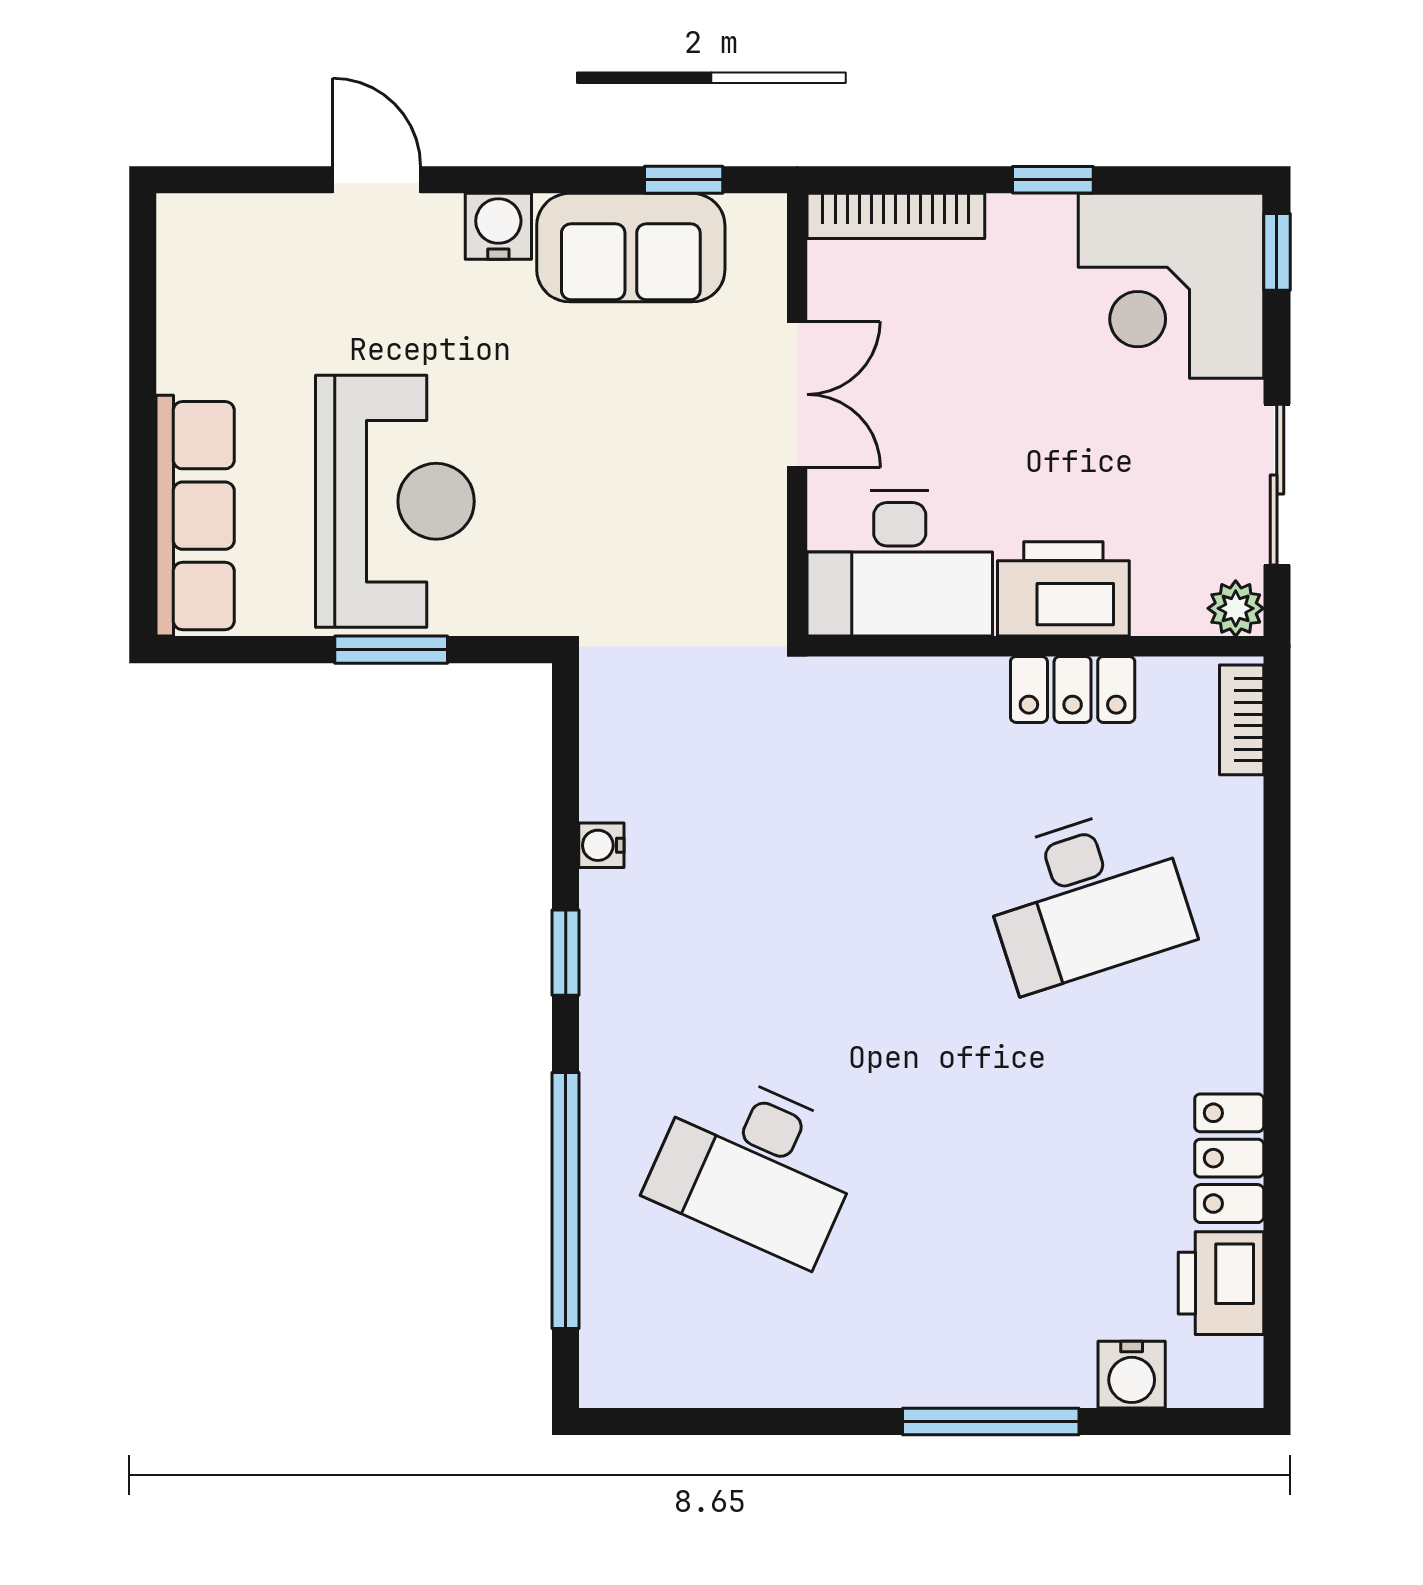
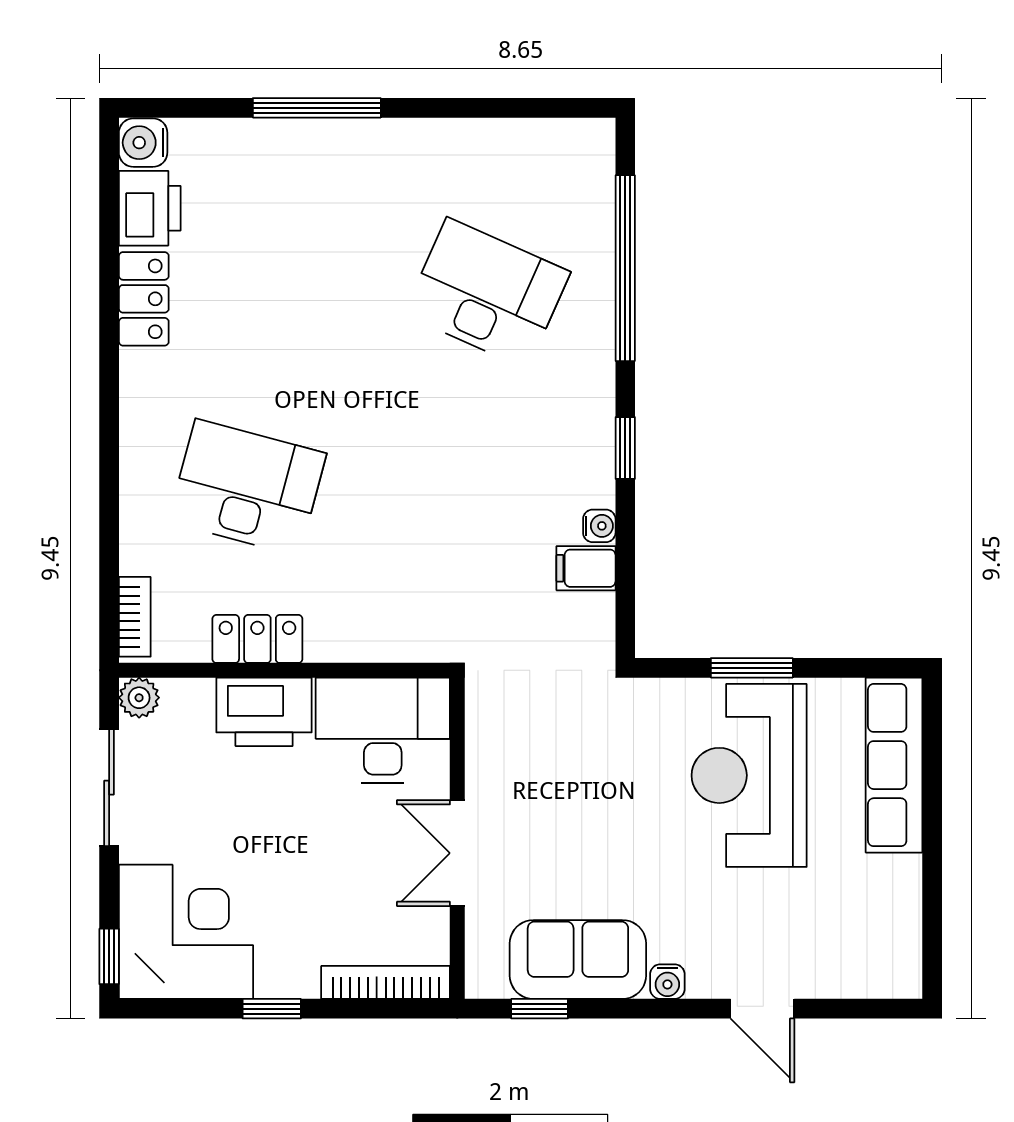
water cooler: (498, 226) -> (667, 982), width x0.72, depth x0.72
filing cabinet: (620, 787) -> (586, 568), added
desk: (1087, 898) -> (247, 487), turned 33
water cooler: (1132, 1375) -> (143, 143), moved, turned -90

